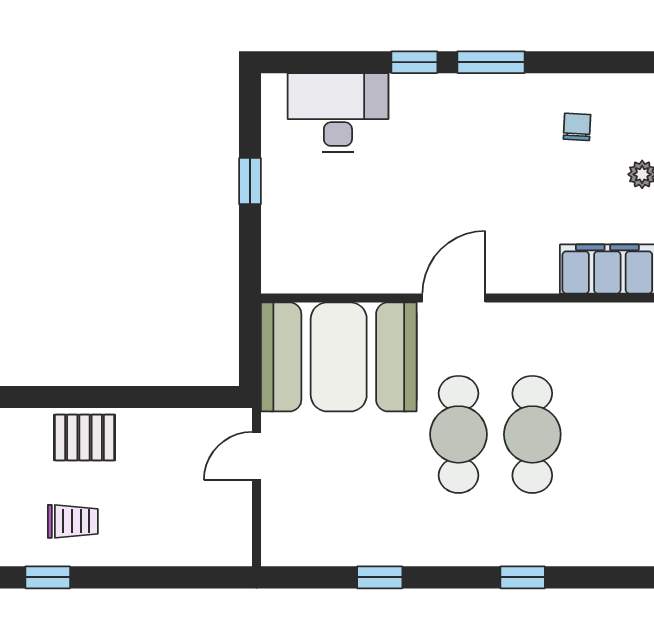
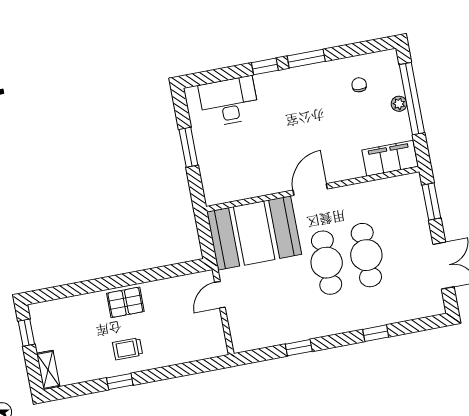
window: (250, 181) -> (188, 147), width x1.50
trolley: (73, 521) -> (128, 349), turned 180

